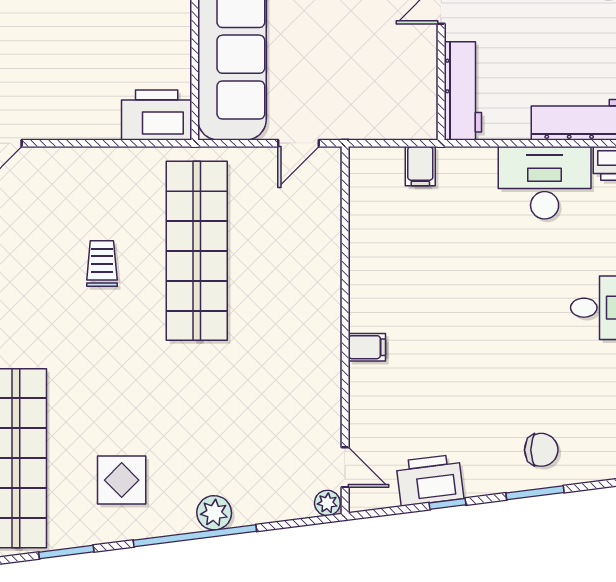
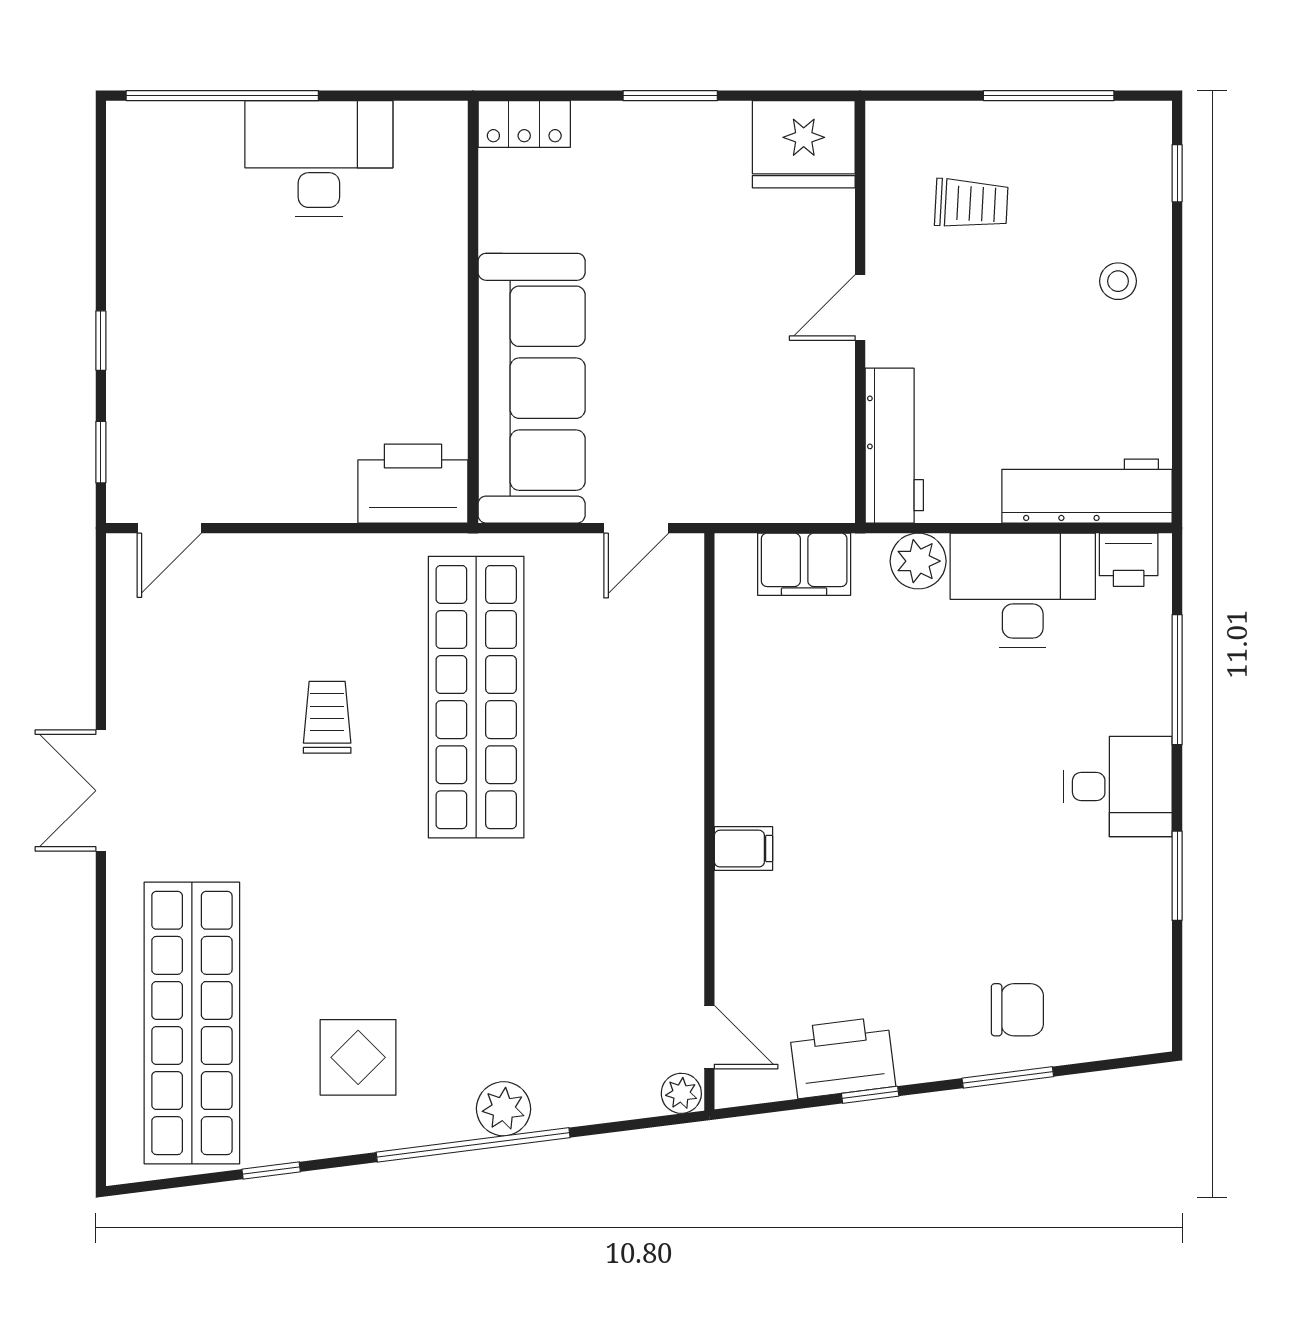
plant: (478, 164) -> (918, 561), added
filing cabinet: (420, 166) -> (804, 564), width x2.00
window: (66, 552) -> (271, 1170), width x0.67

